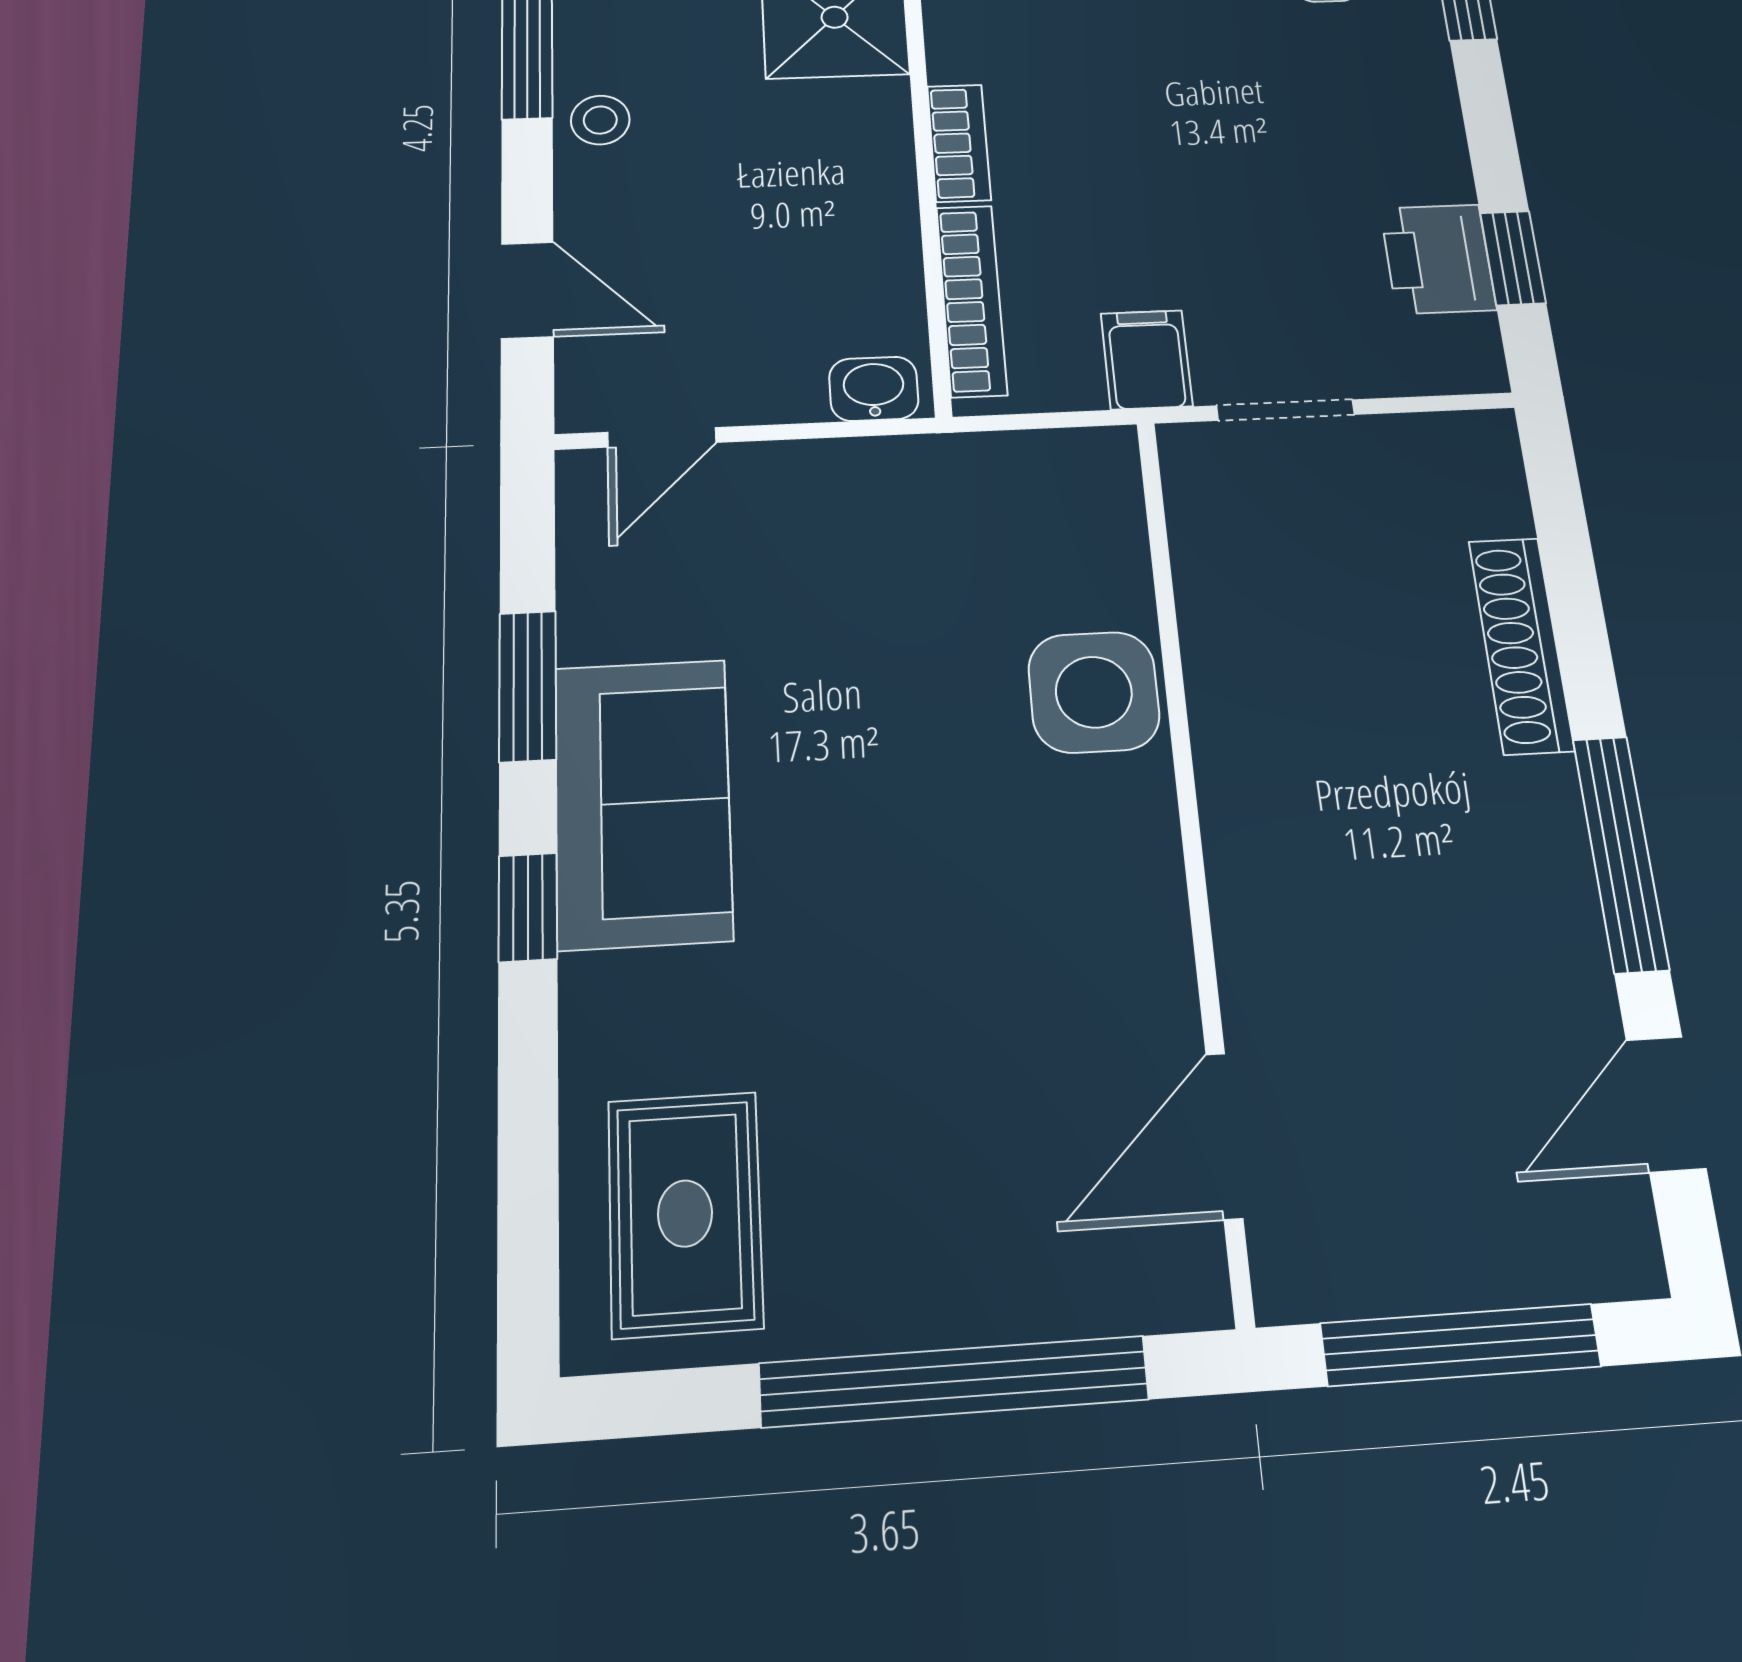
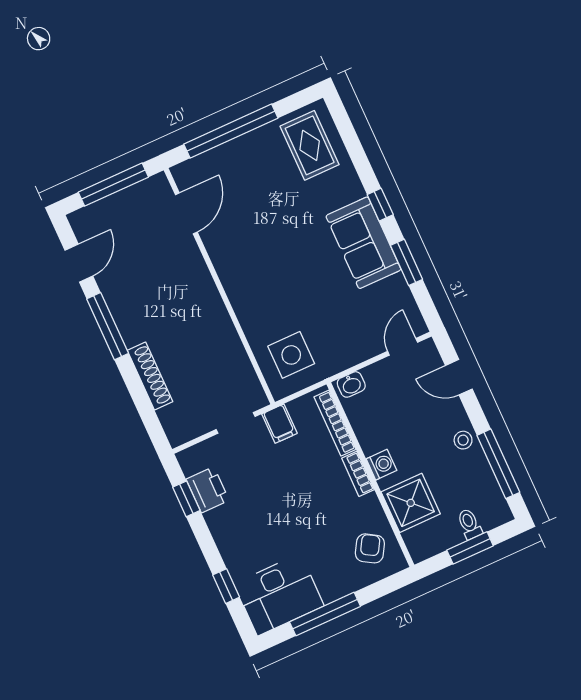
washing machine: (877, 142) -> (381, 465), added
side table: (1094, 692) -> (291, 355), moved

